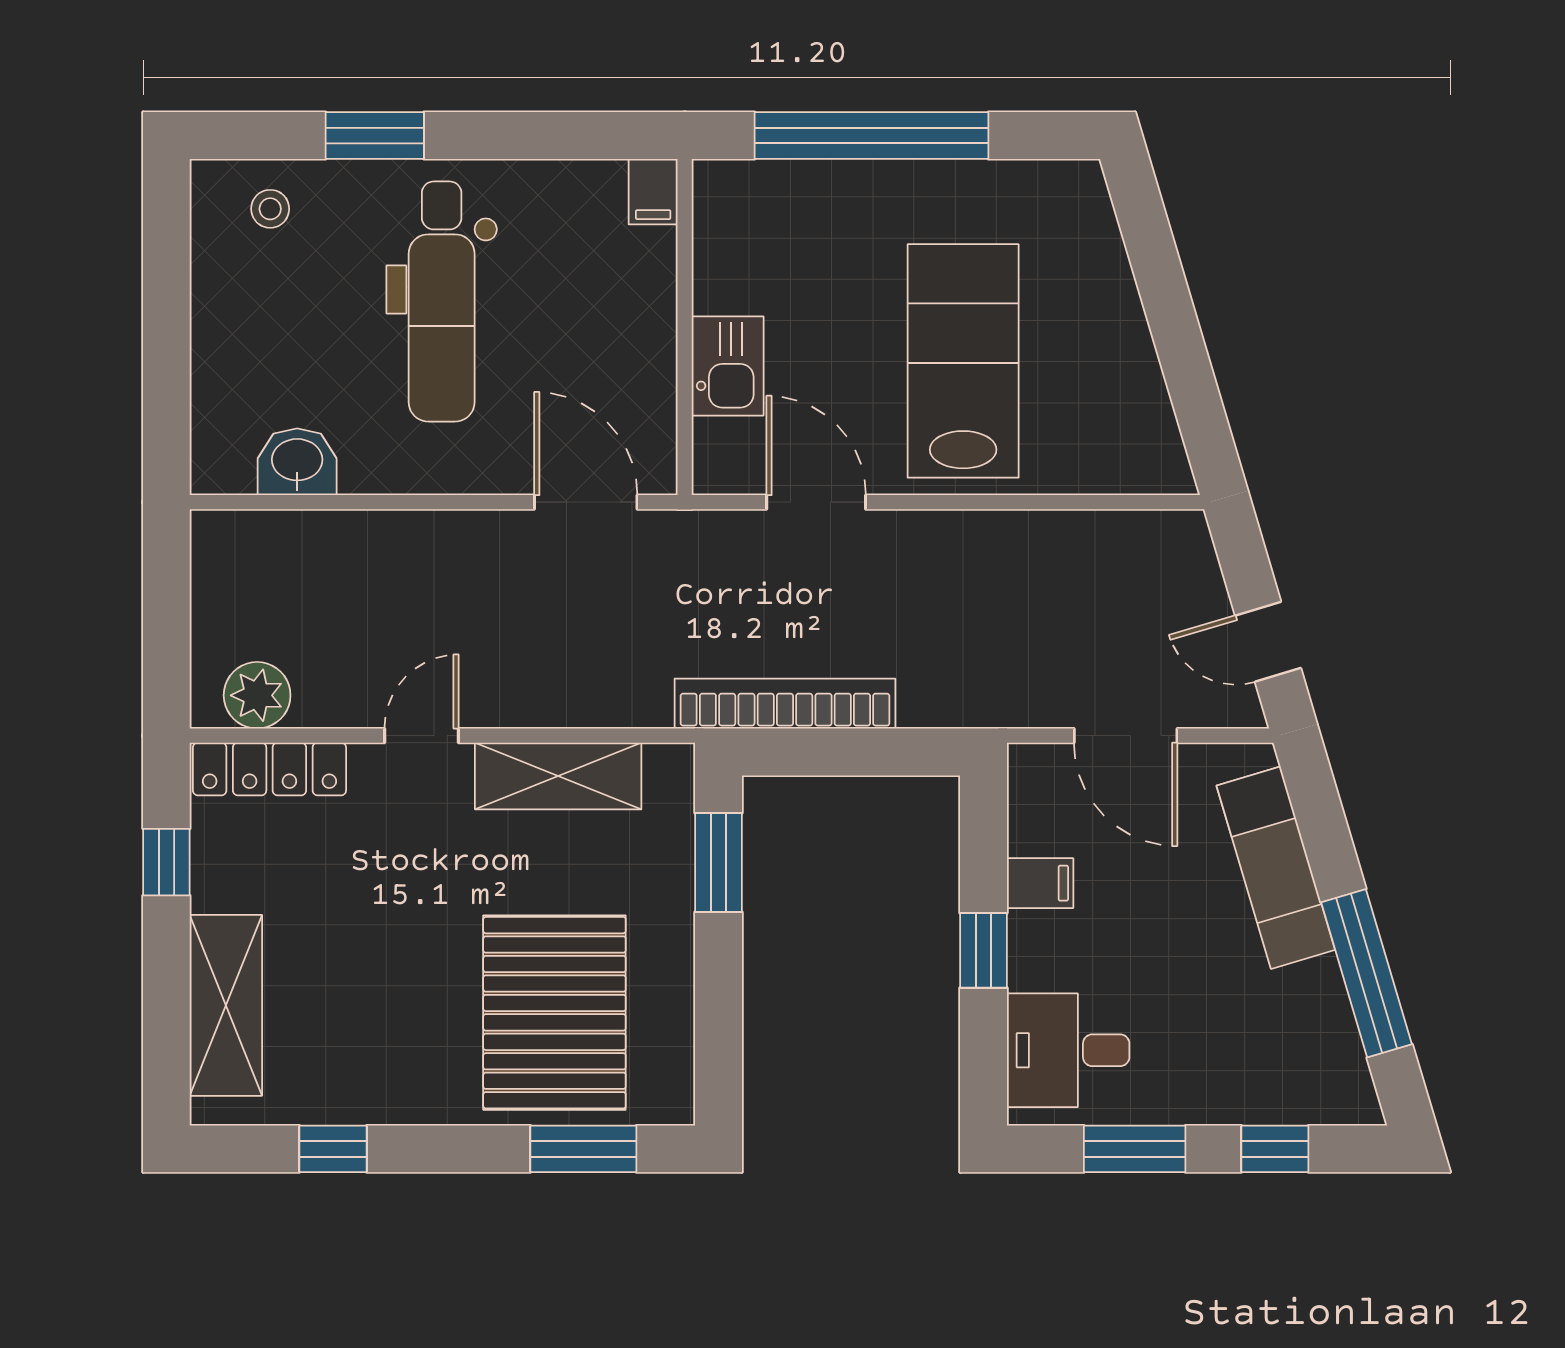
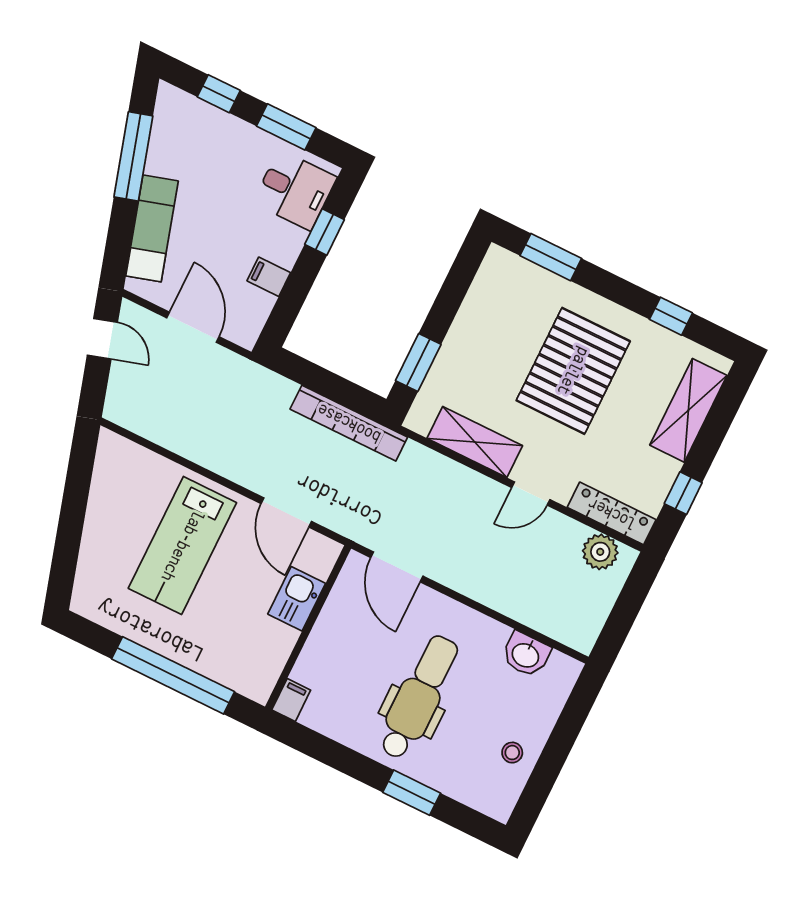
stool: (270, 209) -> (512, 753), moved
window: (984, 950) -> (325, 232), moved
pallet: (554, 1013) -> (573, 371), moved

